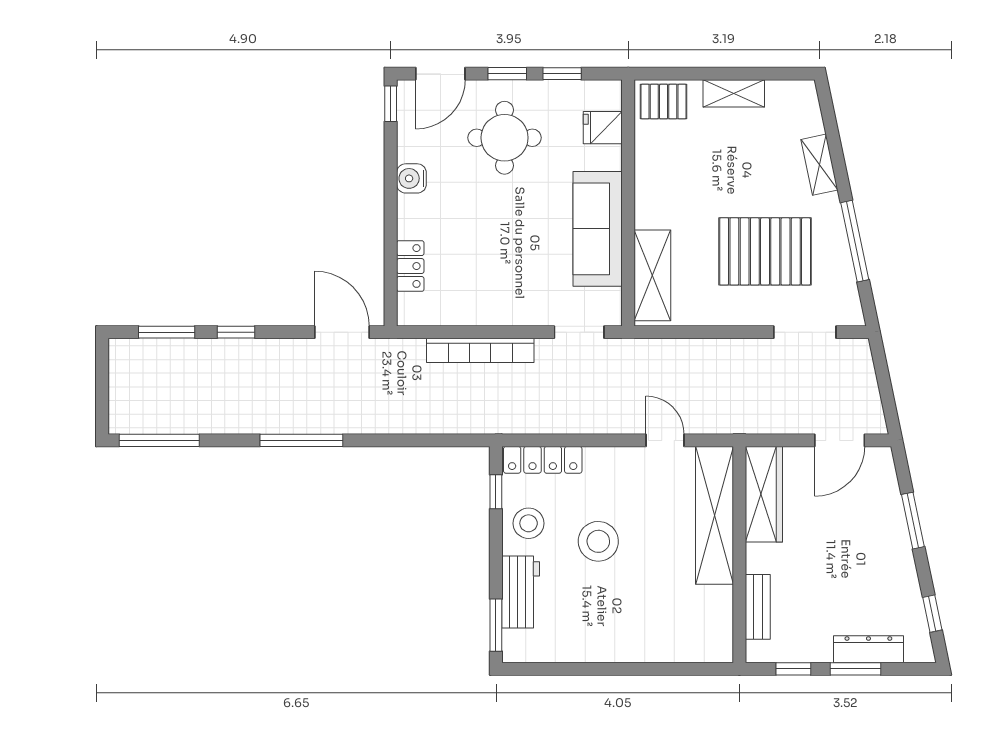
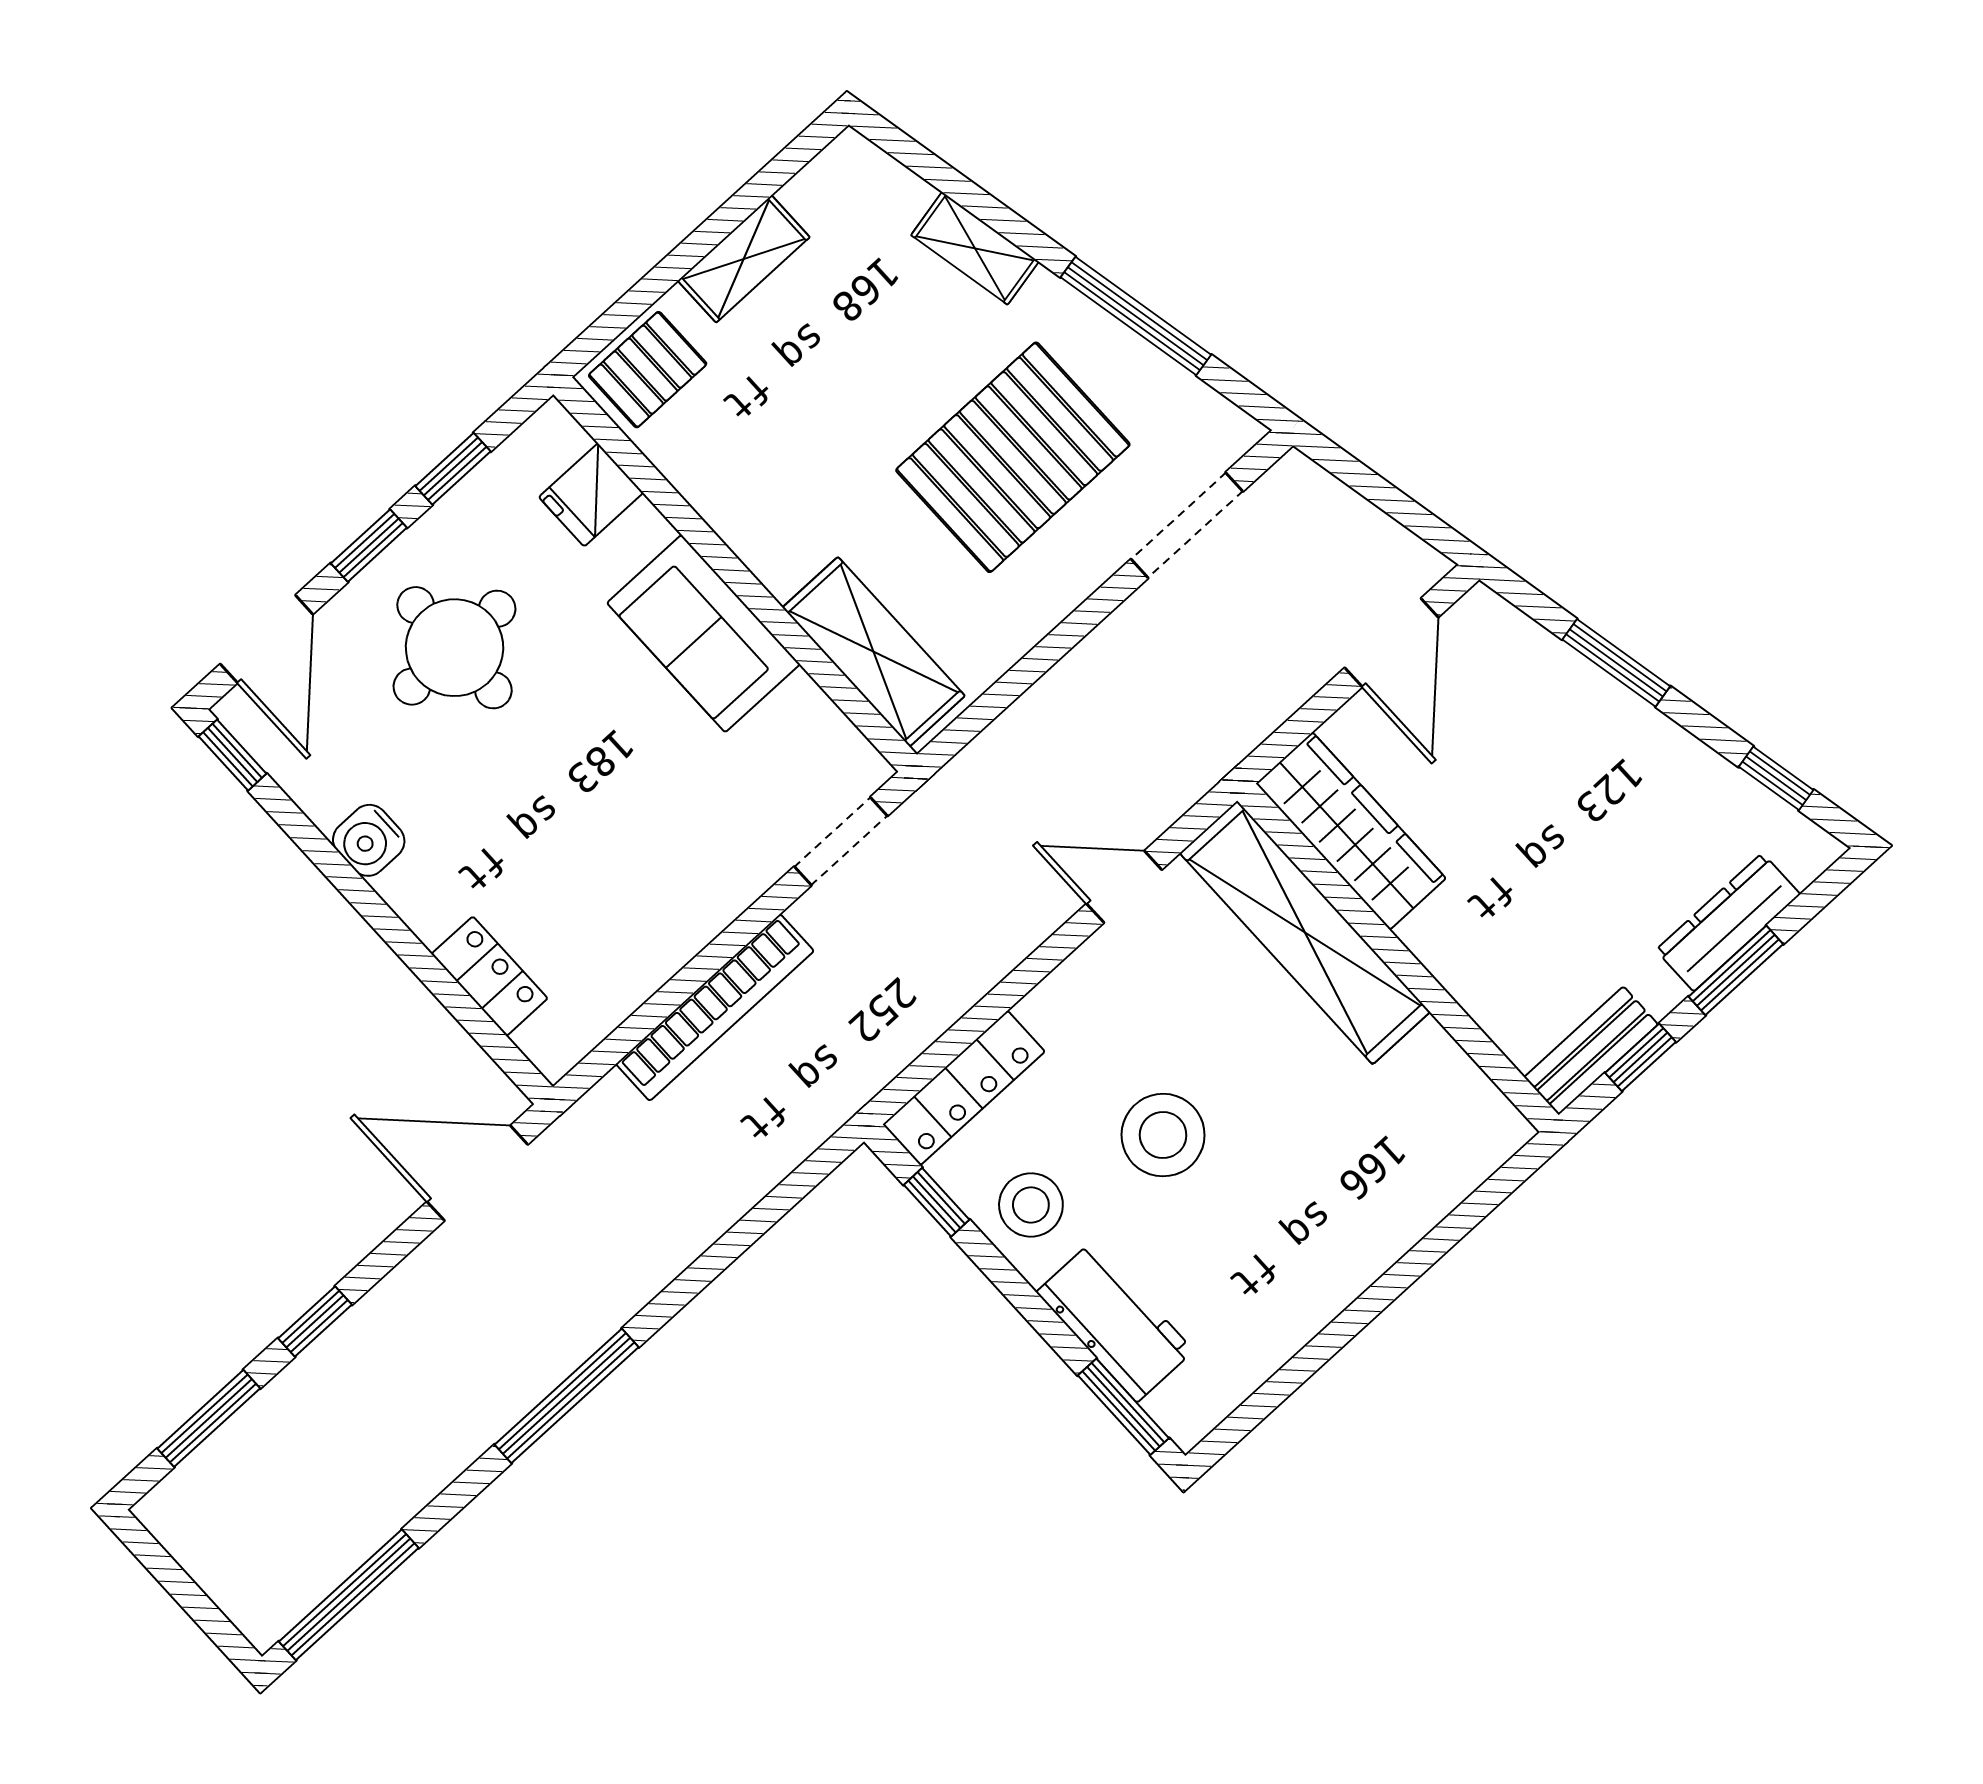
sofa: (598, 229) -> (703, 634), width x0.73
bench: (758, 607) -> (1591, 1051), moved, turned 90

